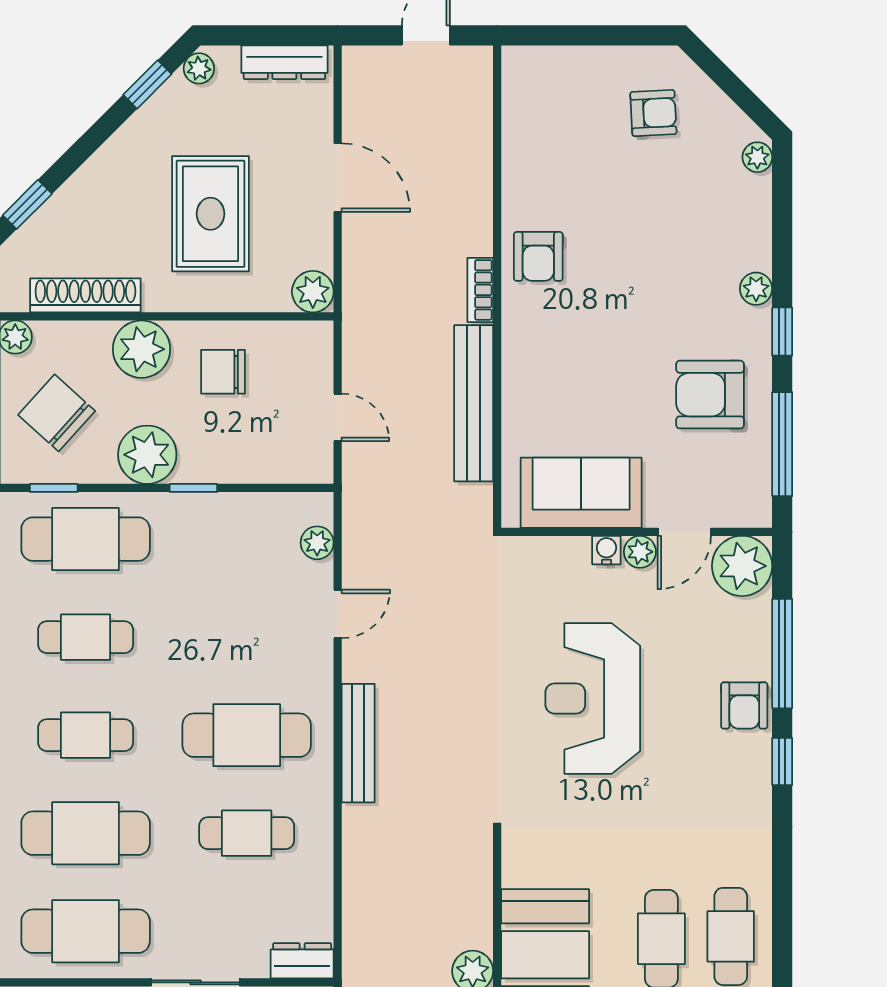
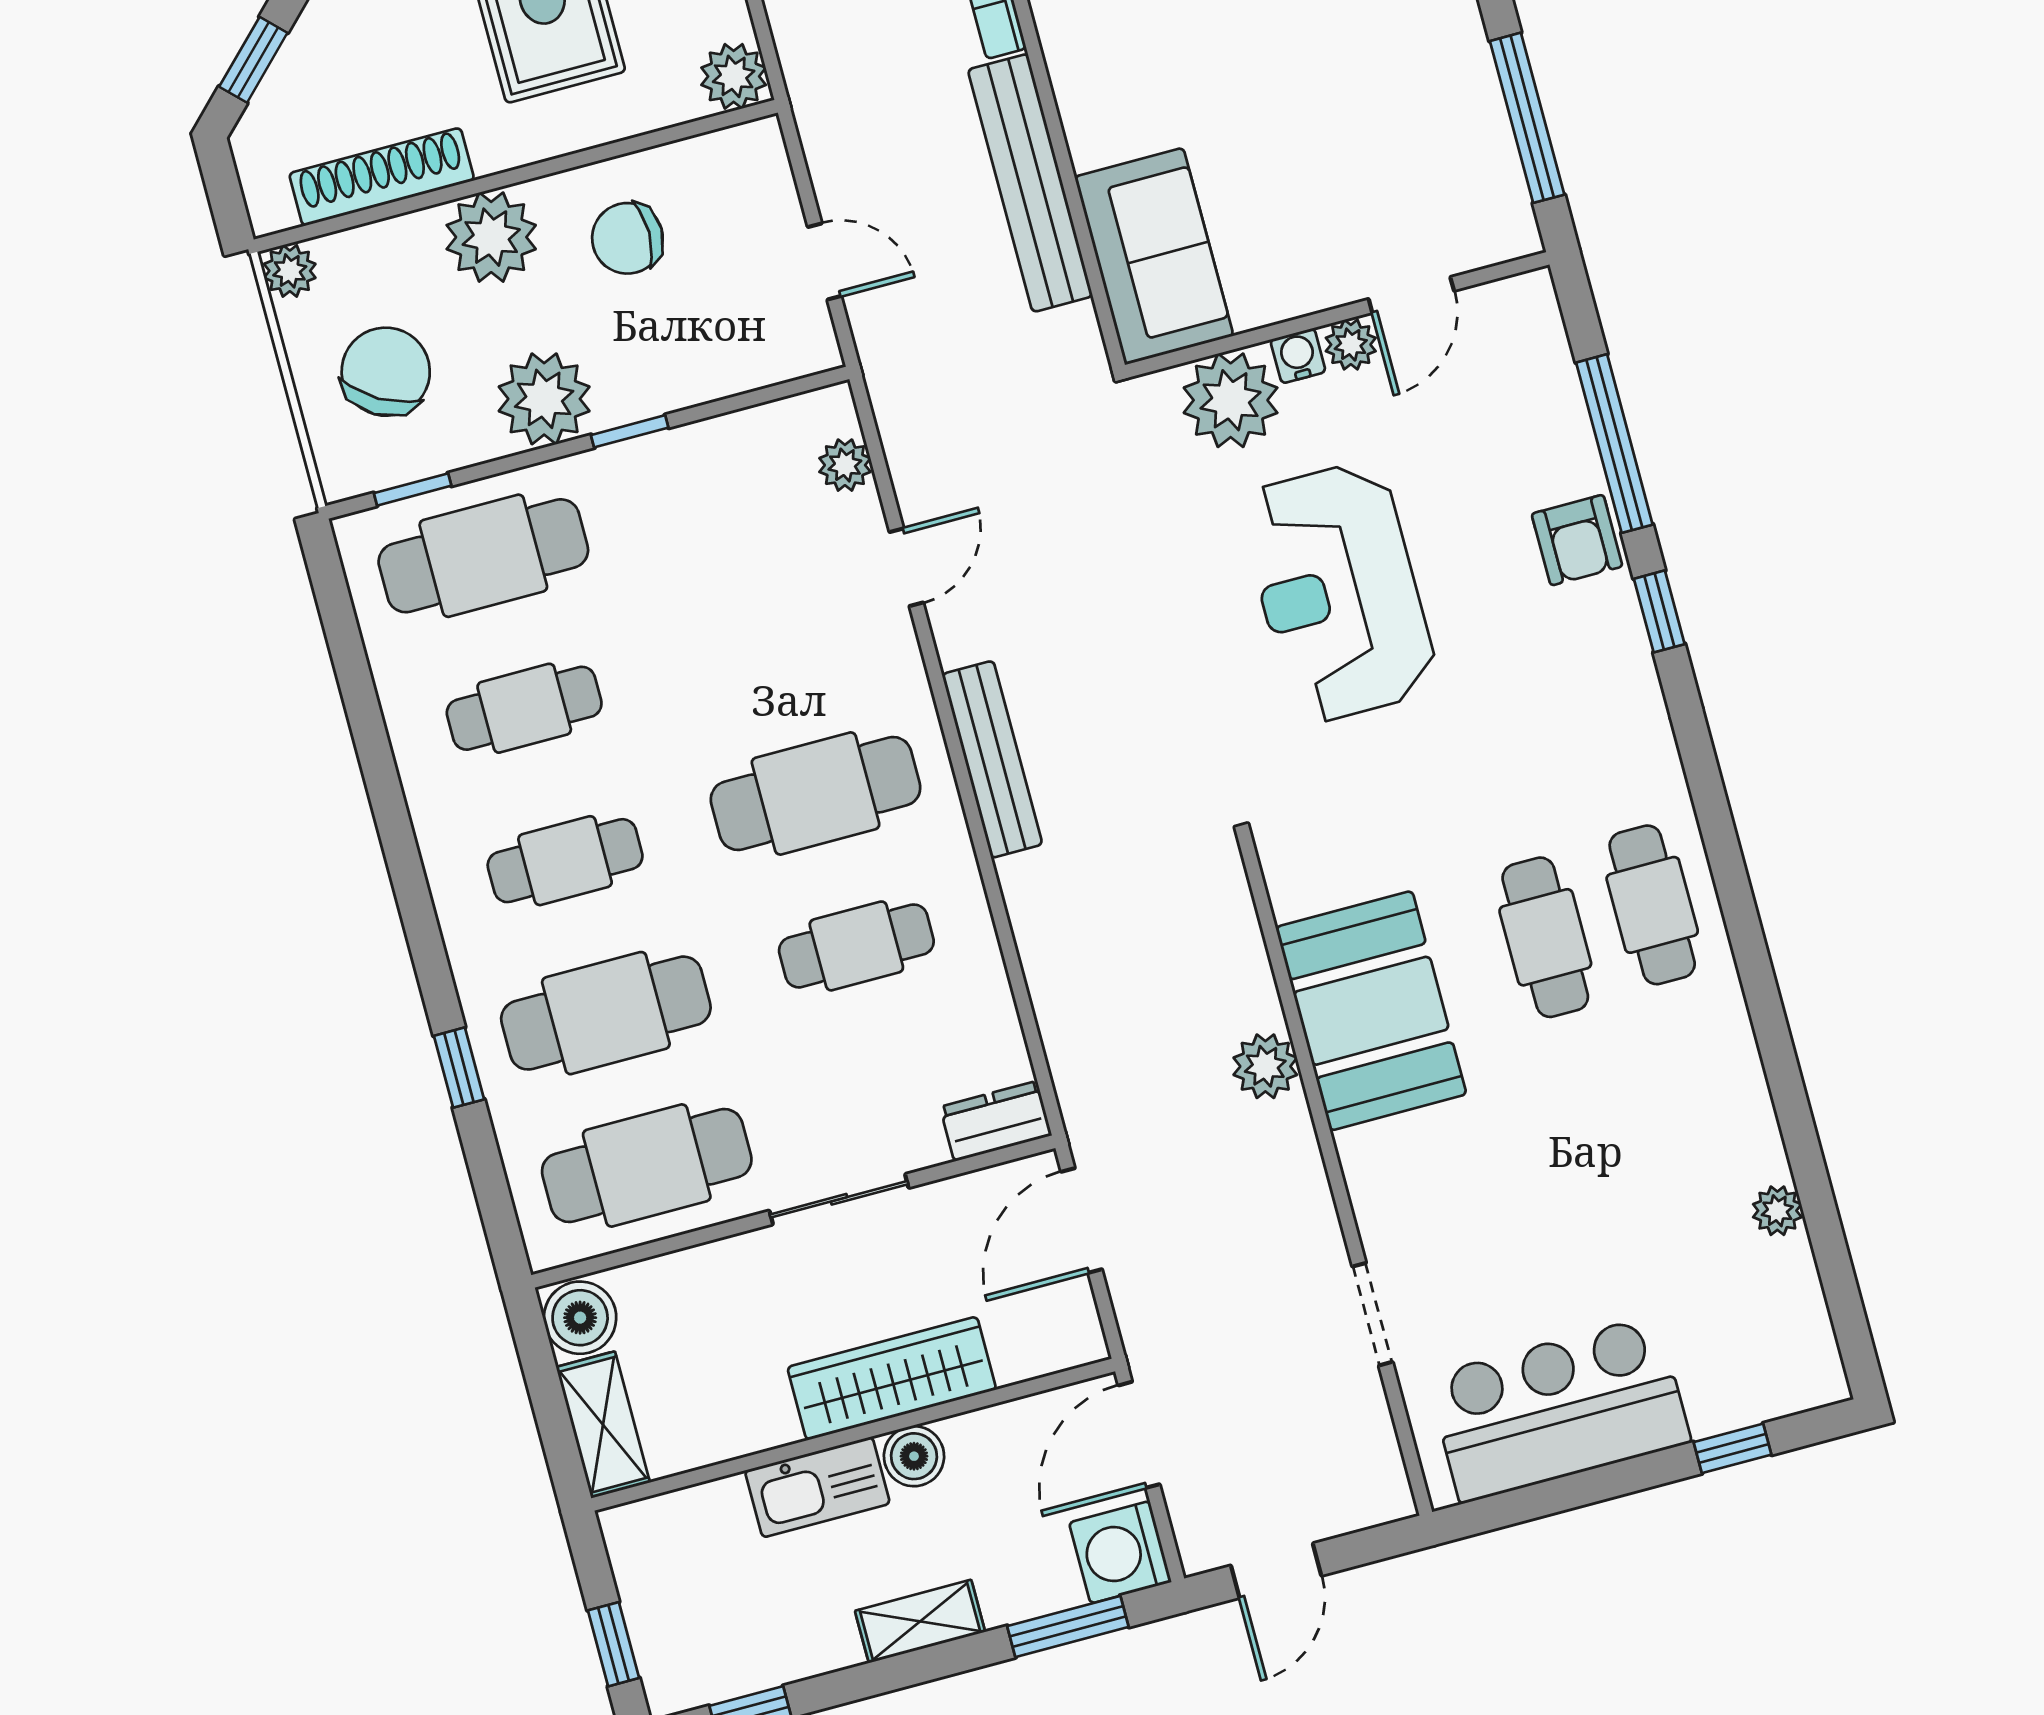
armchair: (710, 395) -> (1394, 71), removed
chair: (57, 413) -> (386, 372), turned 78
sofa: (581, 493) -> (1154, 256), moved, turned 90
plant: (742, 566) -> (1231, 400), moved

